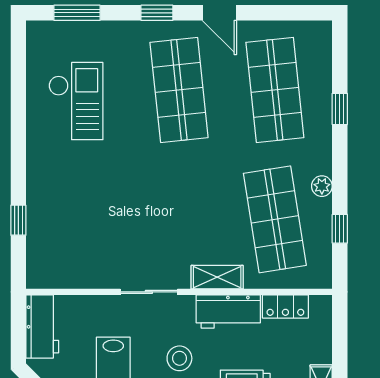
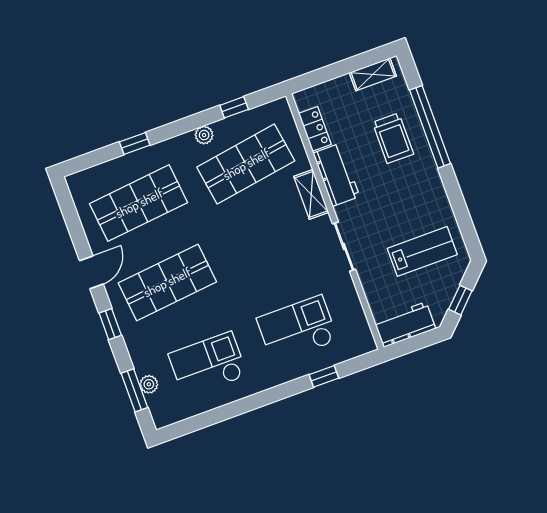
plant: (78, 31) -> (149, 384), added
checkout: (79, 210) -> (297, 329), added
stool: (179, 358) -> (390, 201), removed

